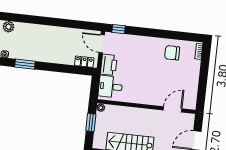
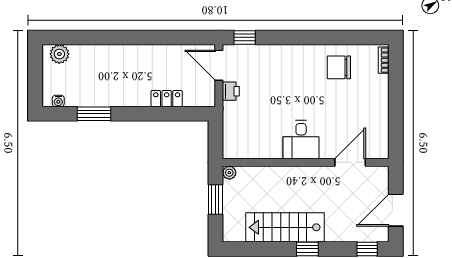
locker: (84, 62) -> (167, 99), moved
printer: (109, 65) -> (231, 91), width x0.53, depth x0.68
desk: (110, 87) -> (301, 140), moved, turned -90

